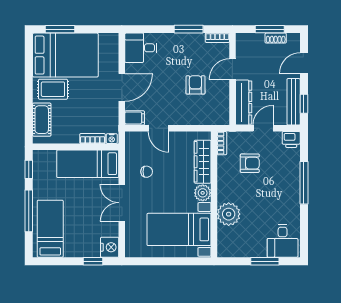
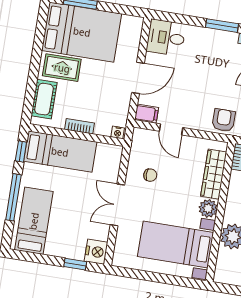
armchair: (195, 85) -> (224, 120), moved
bookcase: (92, 139) -> (79, 126), moved
bed: (88, 164) -> (60, 152), moved, turned 180

